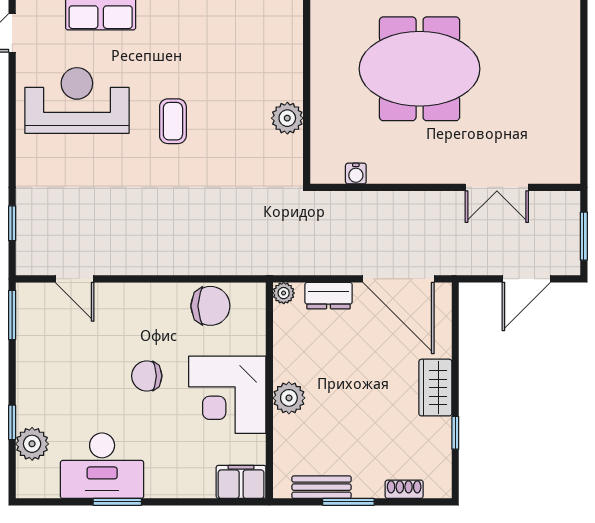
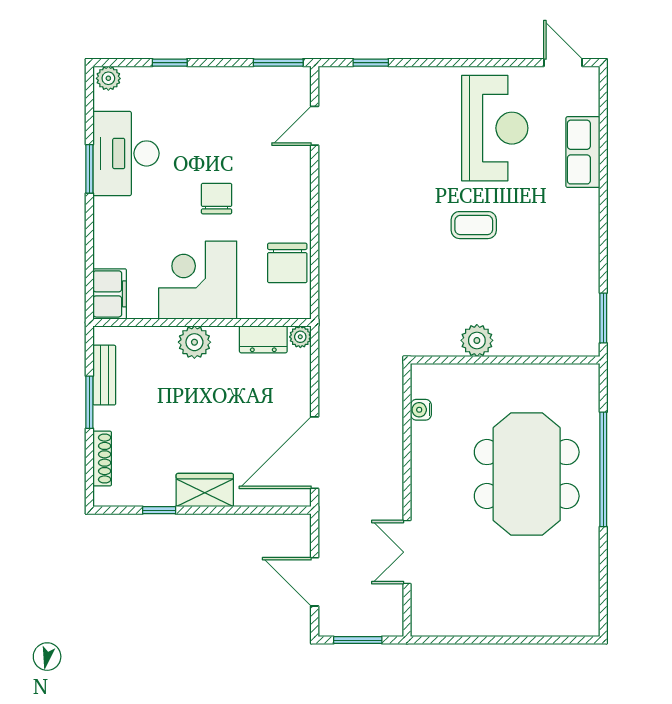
dresser: (329, 296) -> (263, 339), moved, turned -90
plant: (32, 444) -> (108, 78), moved, width x0.73, depth x0.73
shoe rack: (404, 489) -> (102, 459), width x1.43

